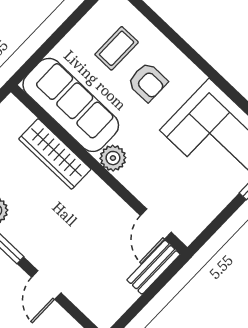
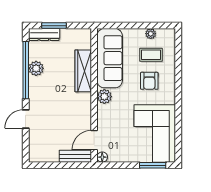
plant: (89, 23) -> (151, 34), added
floor lamp: (187, 234) -> (102, 157), added

